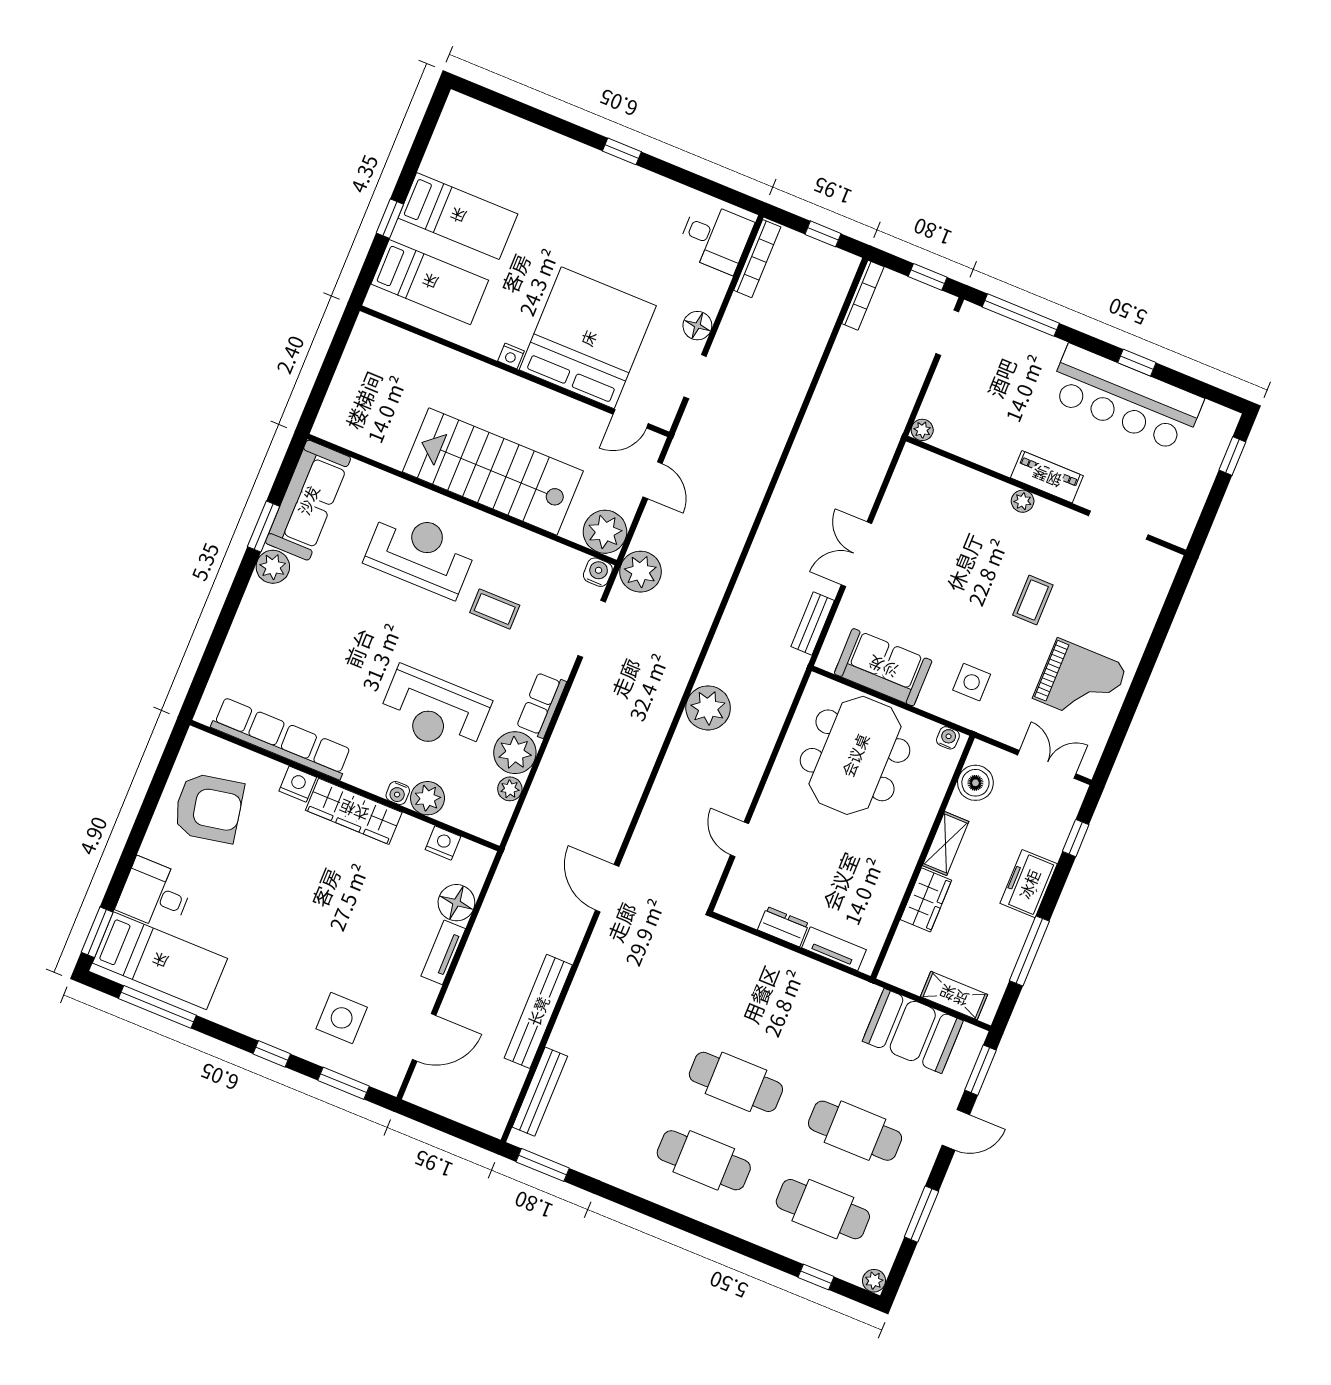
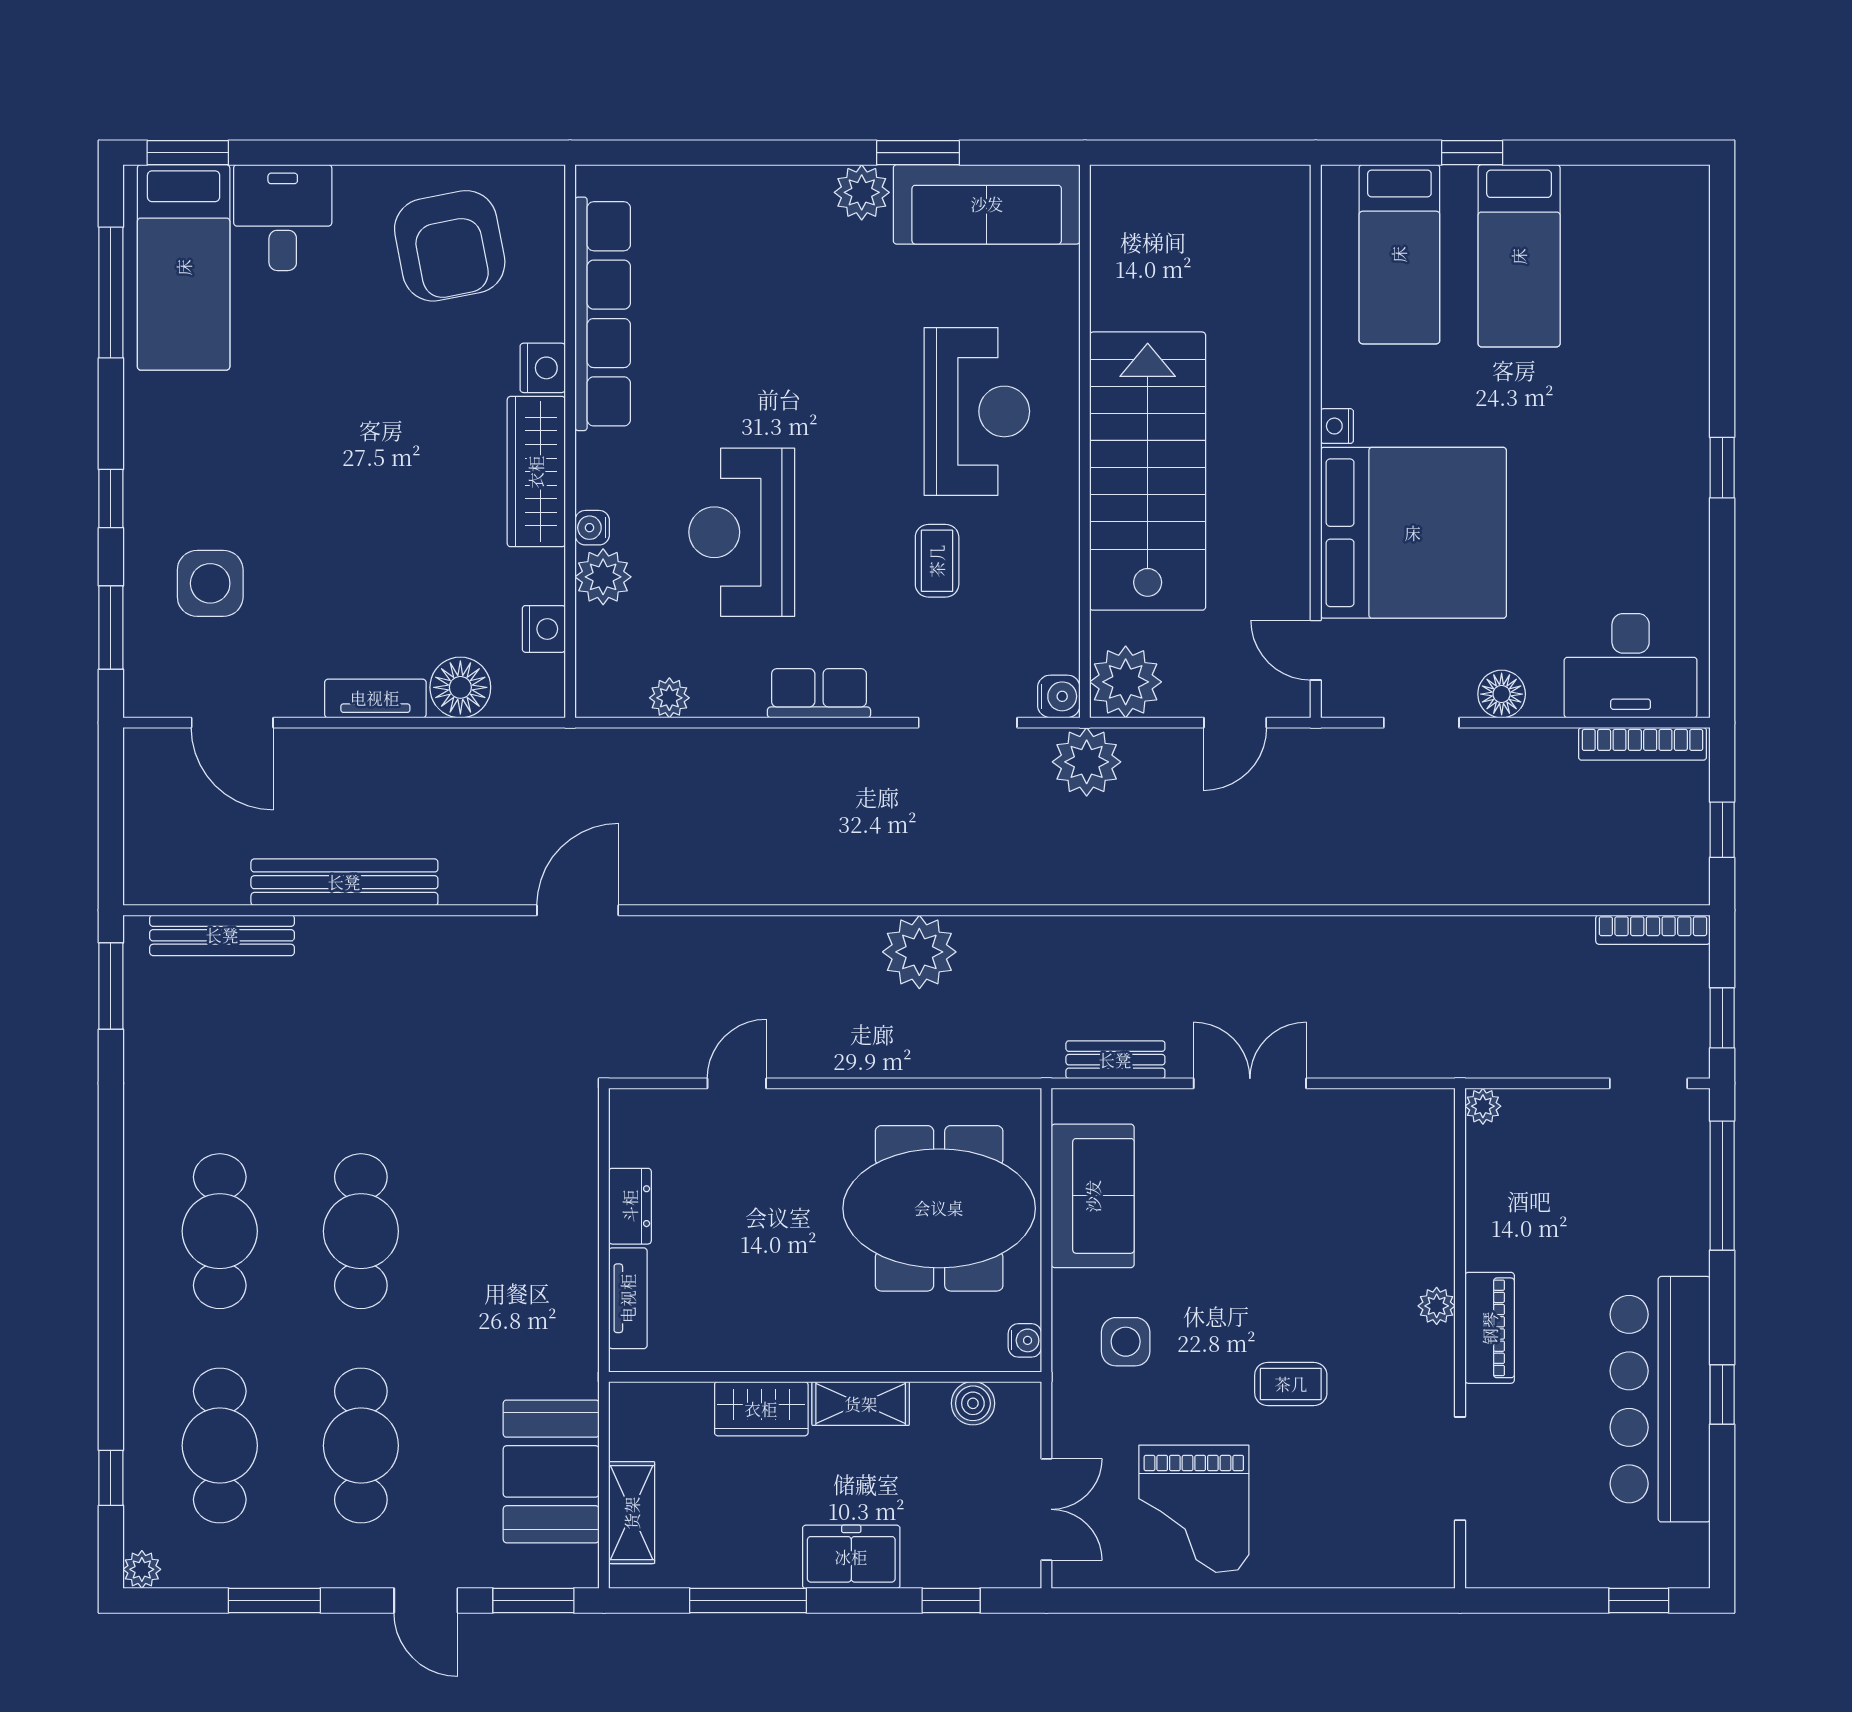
desk: (715, 237) -> (1631, 666), width x1.37
plant: (515, 753) -> (728, 683), removed
boiler: (975, 783) -> (973, 1403), width x0.73, depth x0.73

